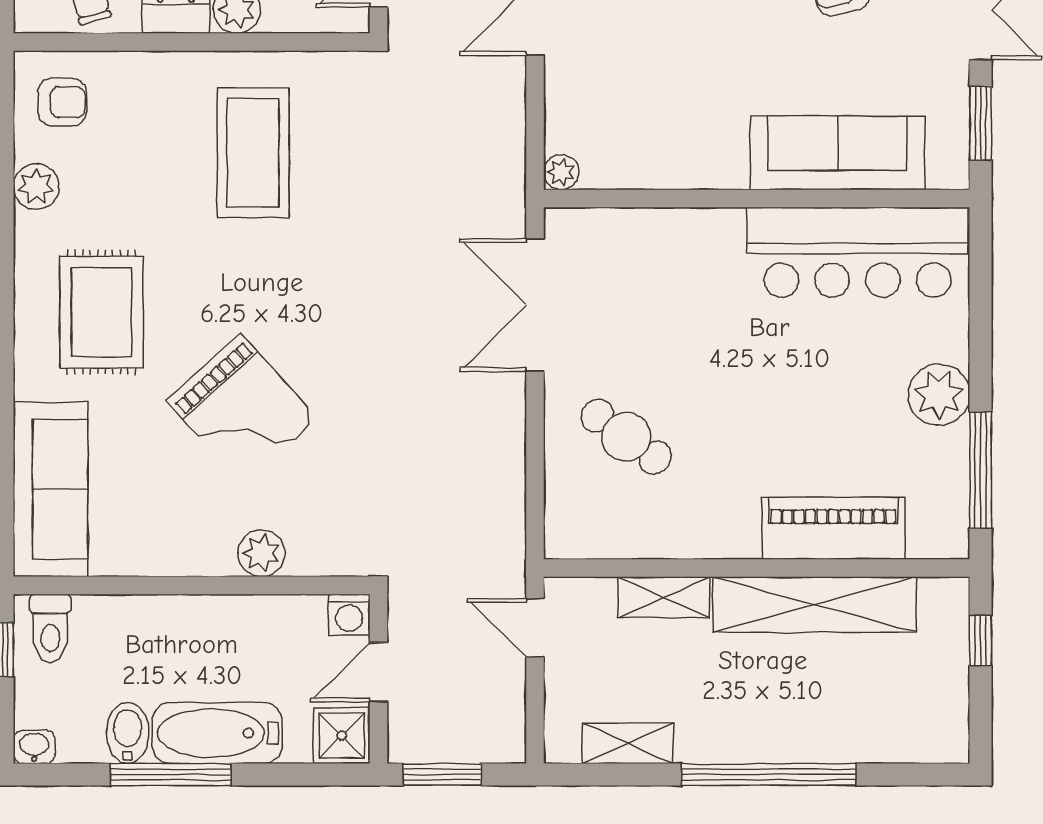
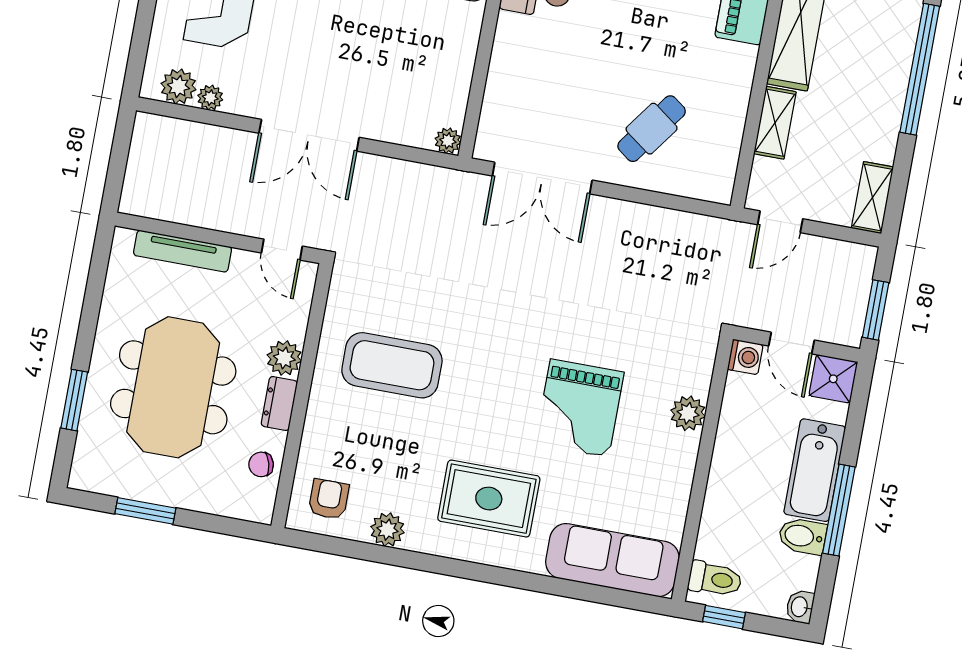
grand piano: (242, 410) -> (580, 408), turned 132
shelving: (628, 743) -> (872, 198), moved

